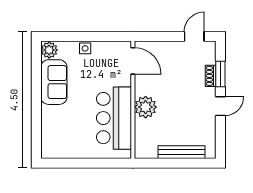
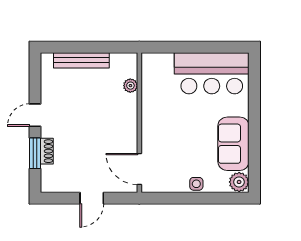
door: (194, 36) -> (92, 198), moved
plant: (146, 107) -> (130, 86), moved, width x0.53, depth x0.53
bar counter: (114, 118) -> (212, 73), moved, turned 90

